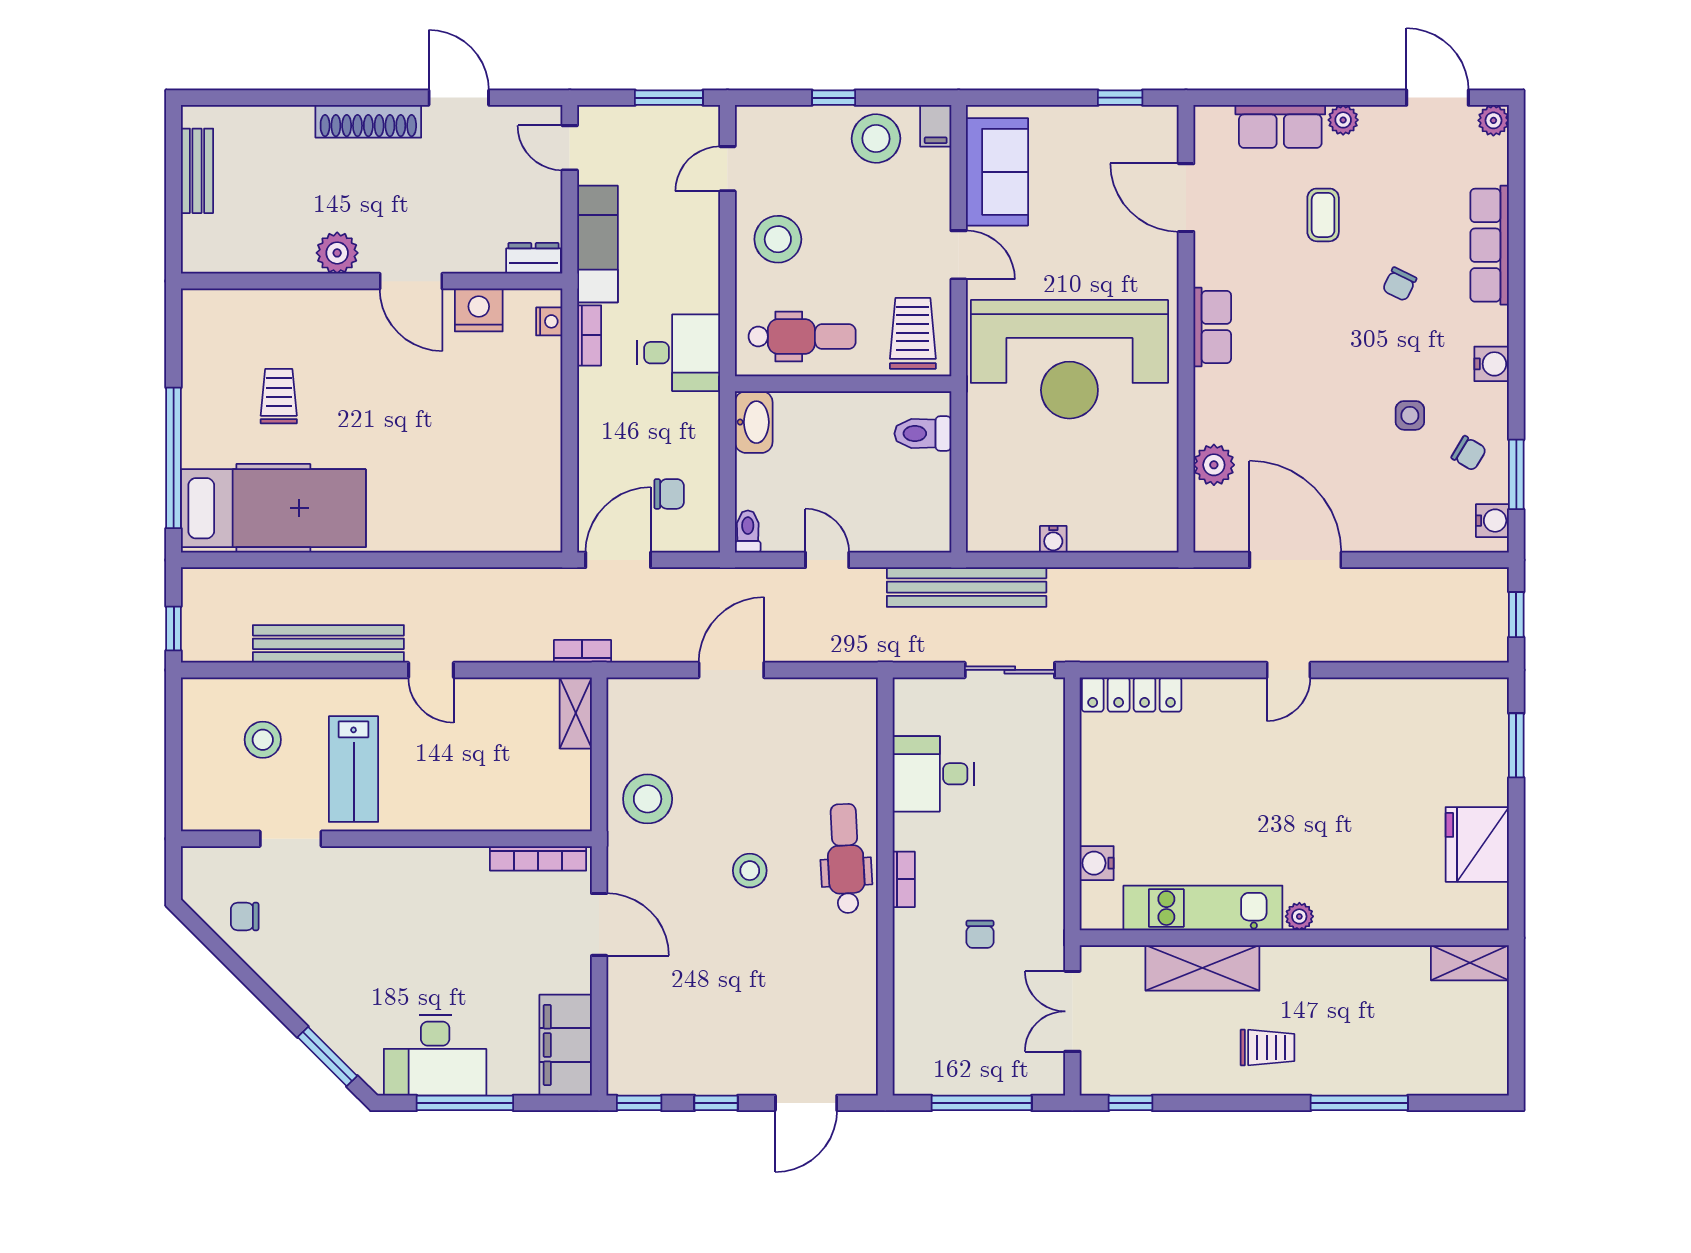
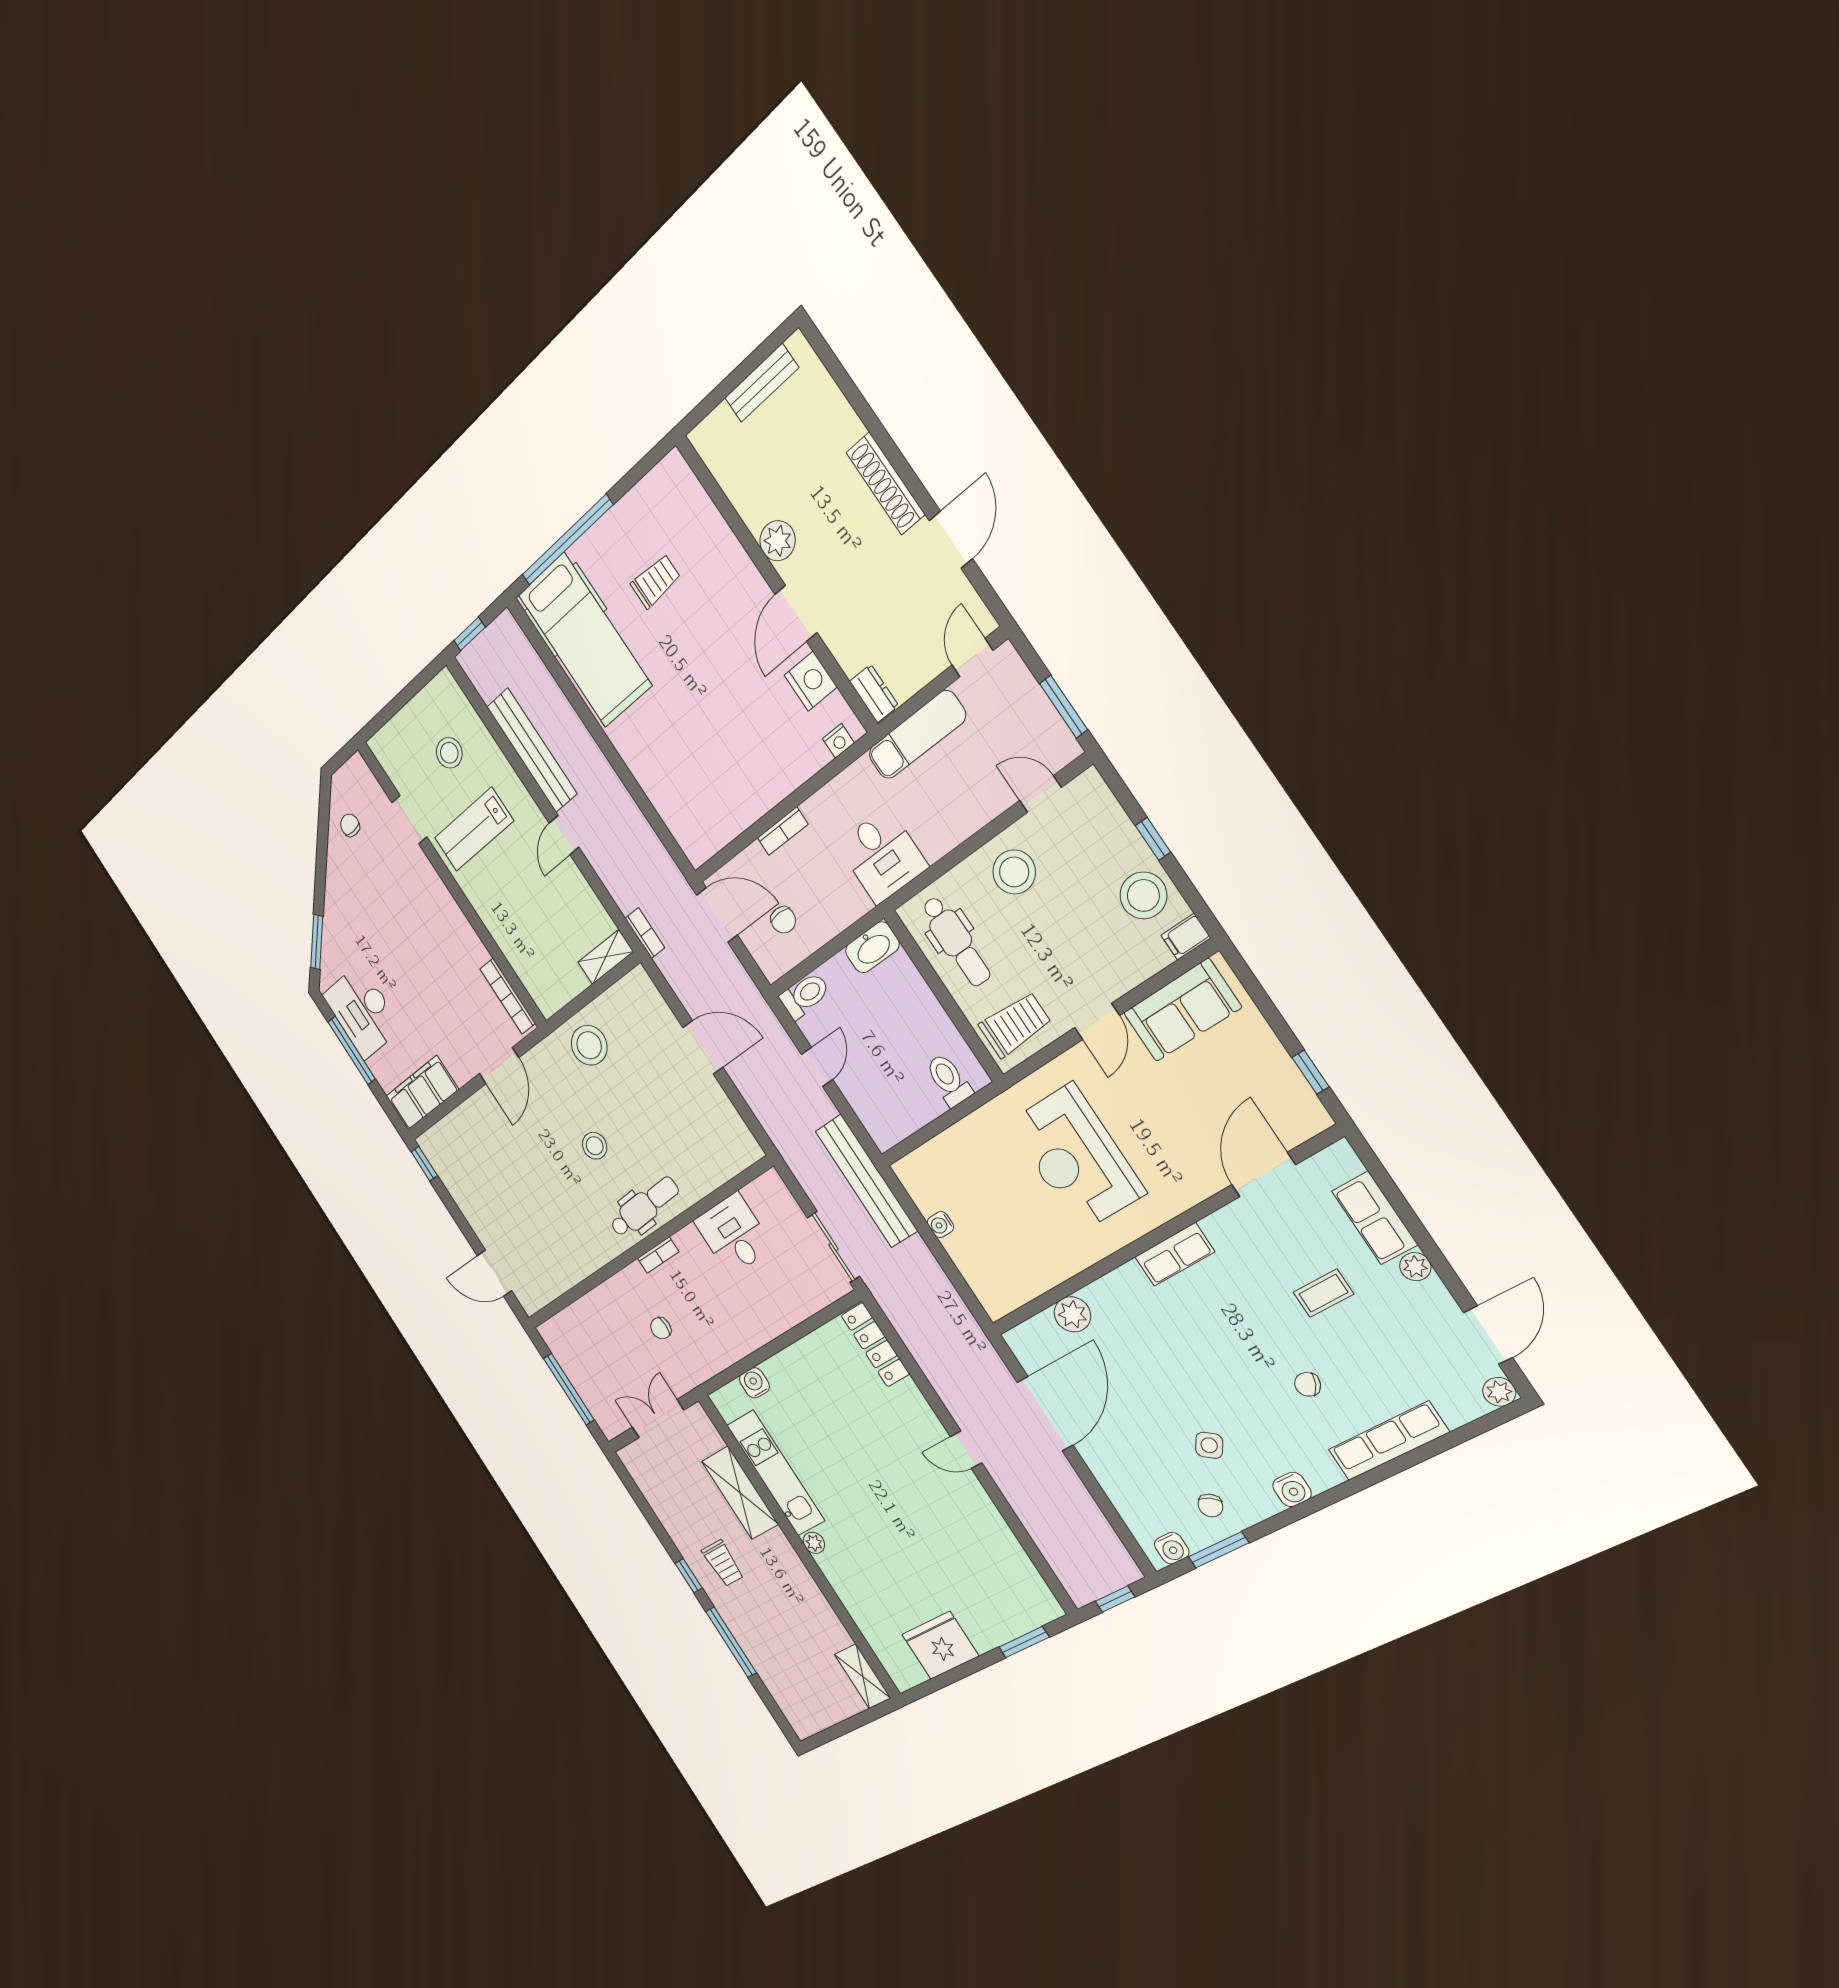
bookcase: (589, 335) -> (783, 831), moved
reception desk: (1069, 359) -> (1076, 1158), width x0.74, depth x0.77
side table: (1410, 415) -> (1209, 1445), turned 35
toilet: (748, 531) -> (805, 995), width x1.37, depth x1.39
window: (716, 1103) -> (457, 1214), removed
window: (1130, 1103) -> (689, 1576), moved

